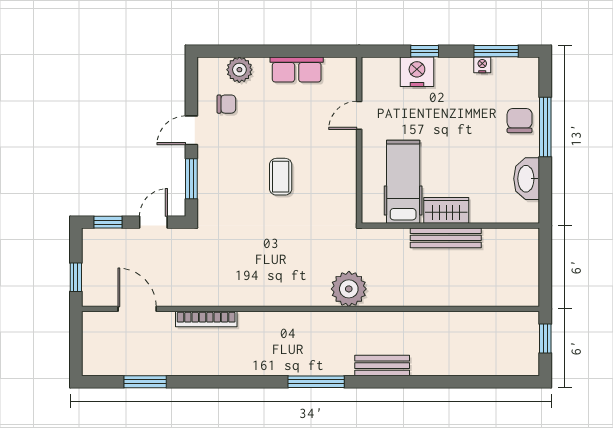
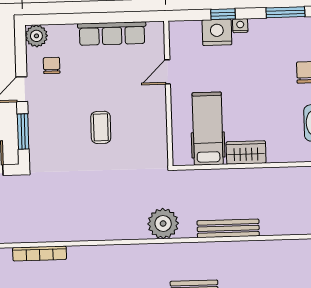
nightstand: (482, 65) -> (240, 26), moved
row of seats: (297, 69) -> (112, 33), width x1.48
plant: (239, 70) -> (36, 36), moved
chair: (226, 104) -> (52, 65), turned -90
bench: (446, 238) -> (228, 228), moved

